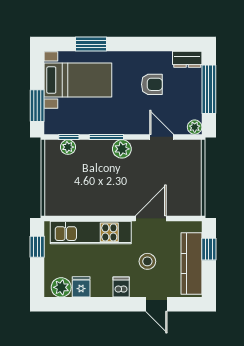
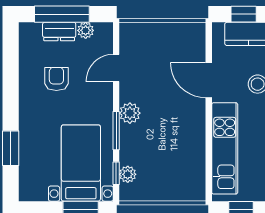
dresser: (187, 59) -> (59, 32), moved, turned 90
bed with nightstands: (78, 80) -> (81, 163), moved
plant: (195, 127) -> (86, 30), moved

